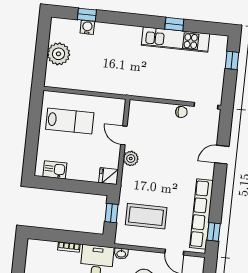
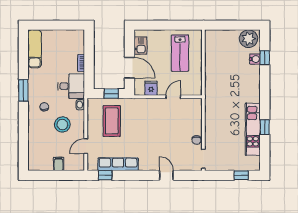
plant: (59, 54) -> (248, 39), moved
plant: (131, 158) -> (156, 104), removed
fridge: (109, 176) -> (151, 88), moved
door: (81, 187) -> (129, 68), added
row of seats: (201, 214) -> (118, 164), width x0.73

